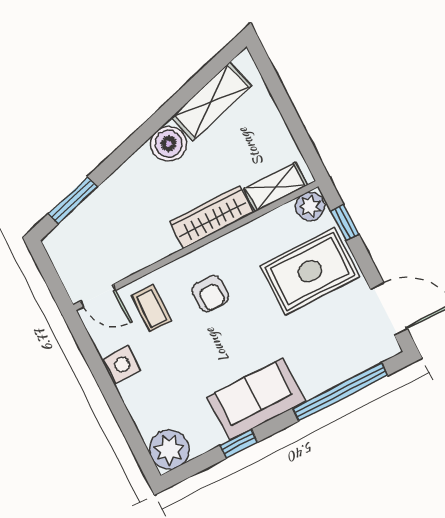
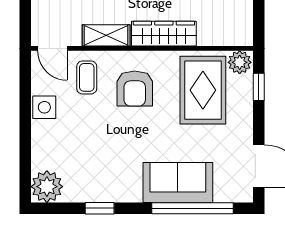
shelving: (276, 187) -> (106, 35), moved
rug: (310, 271) -> (203, 90), moved, turned 90
armchair: (210, 294) -> (135, 88), width x1.38, depth x1.38
sofa: (256, 399) -> (178, 182), moved

